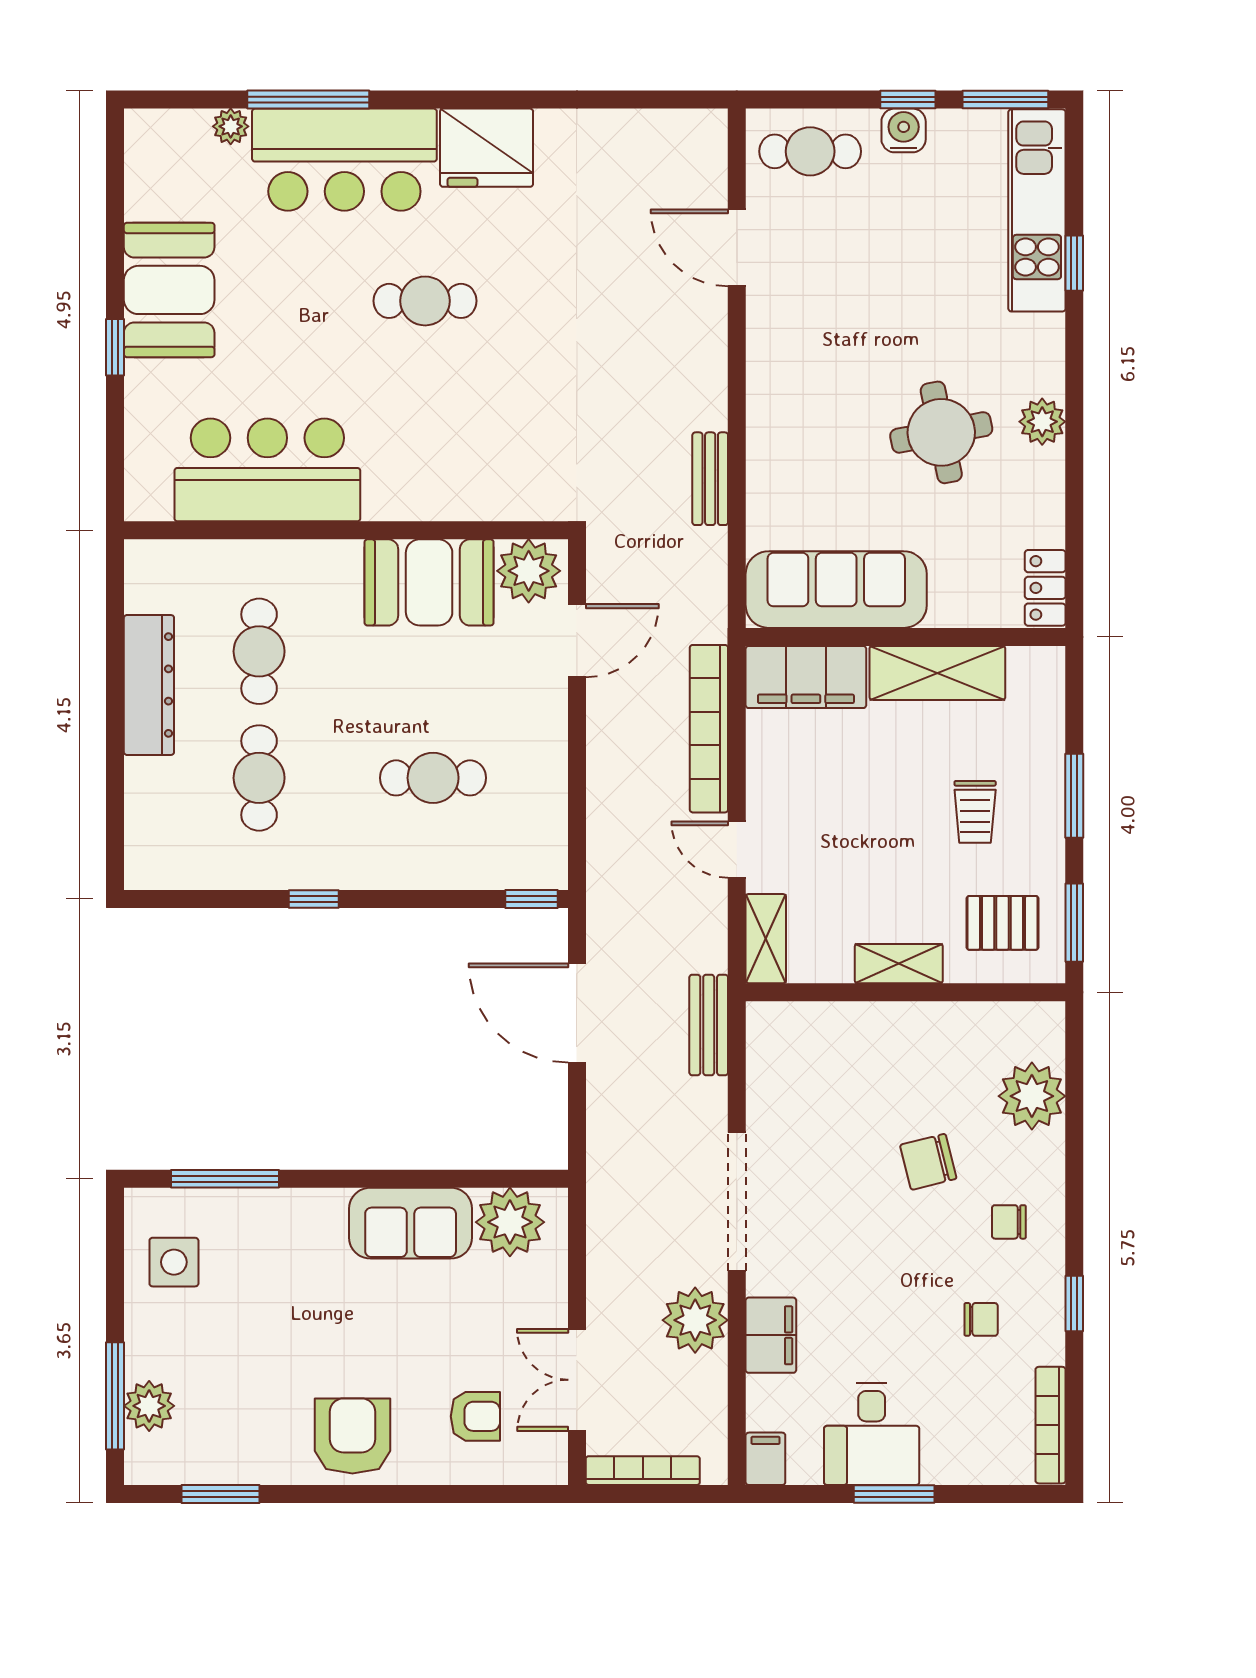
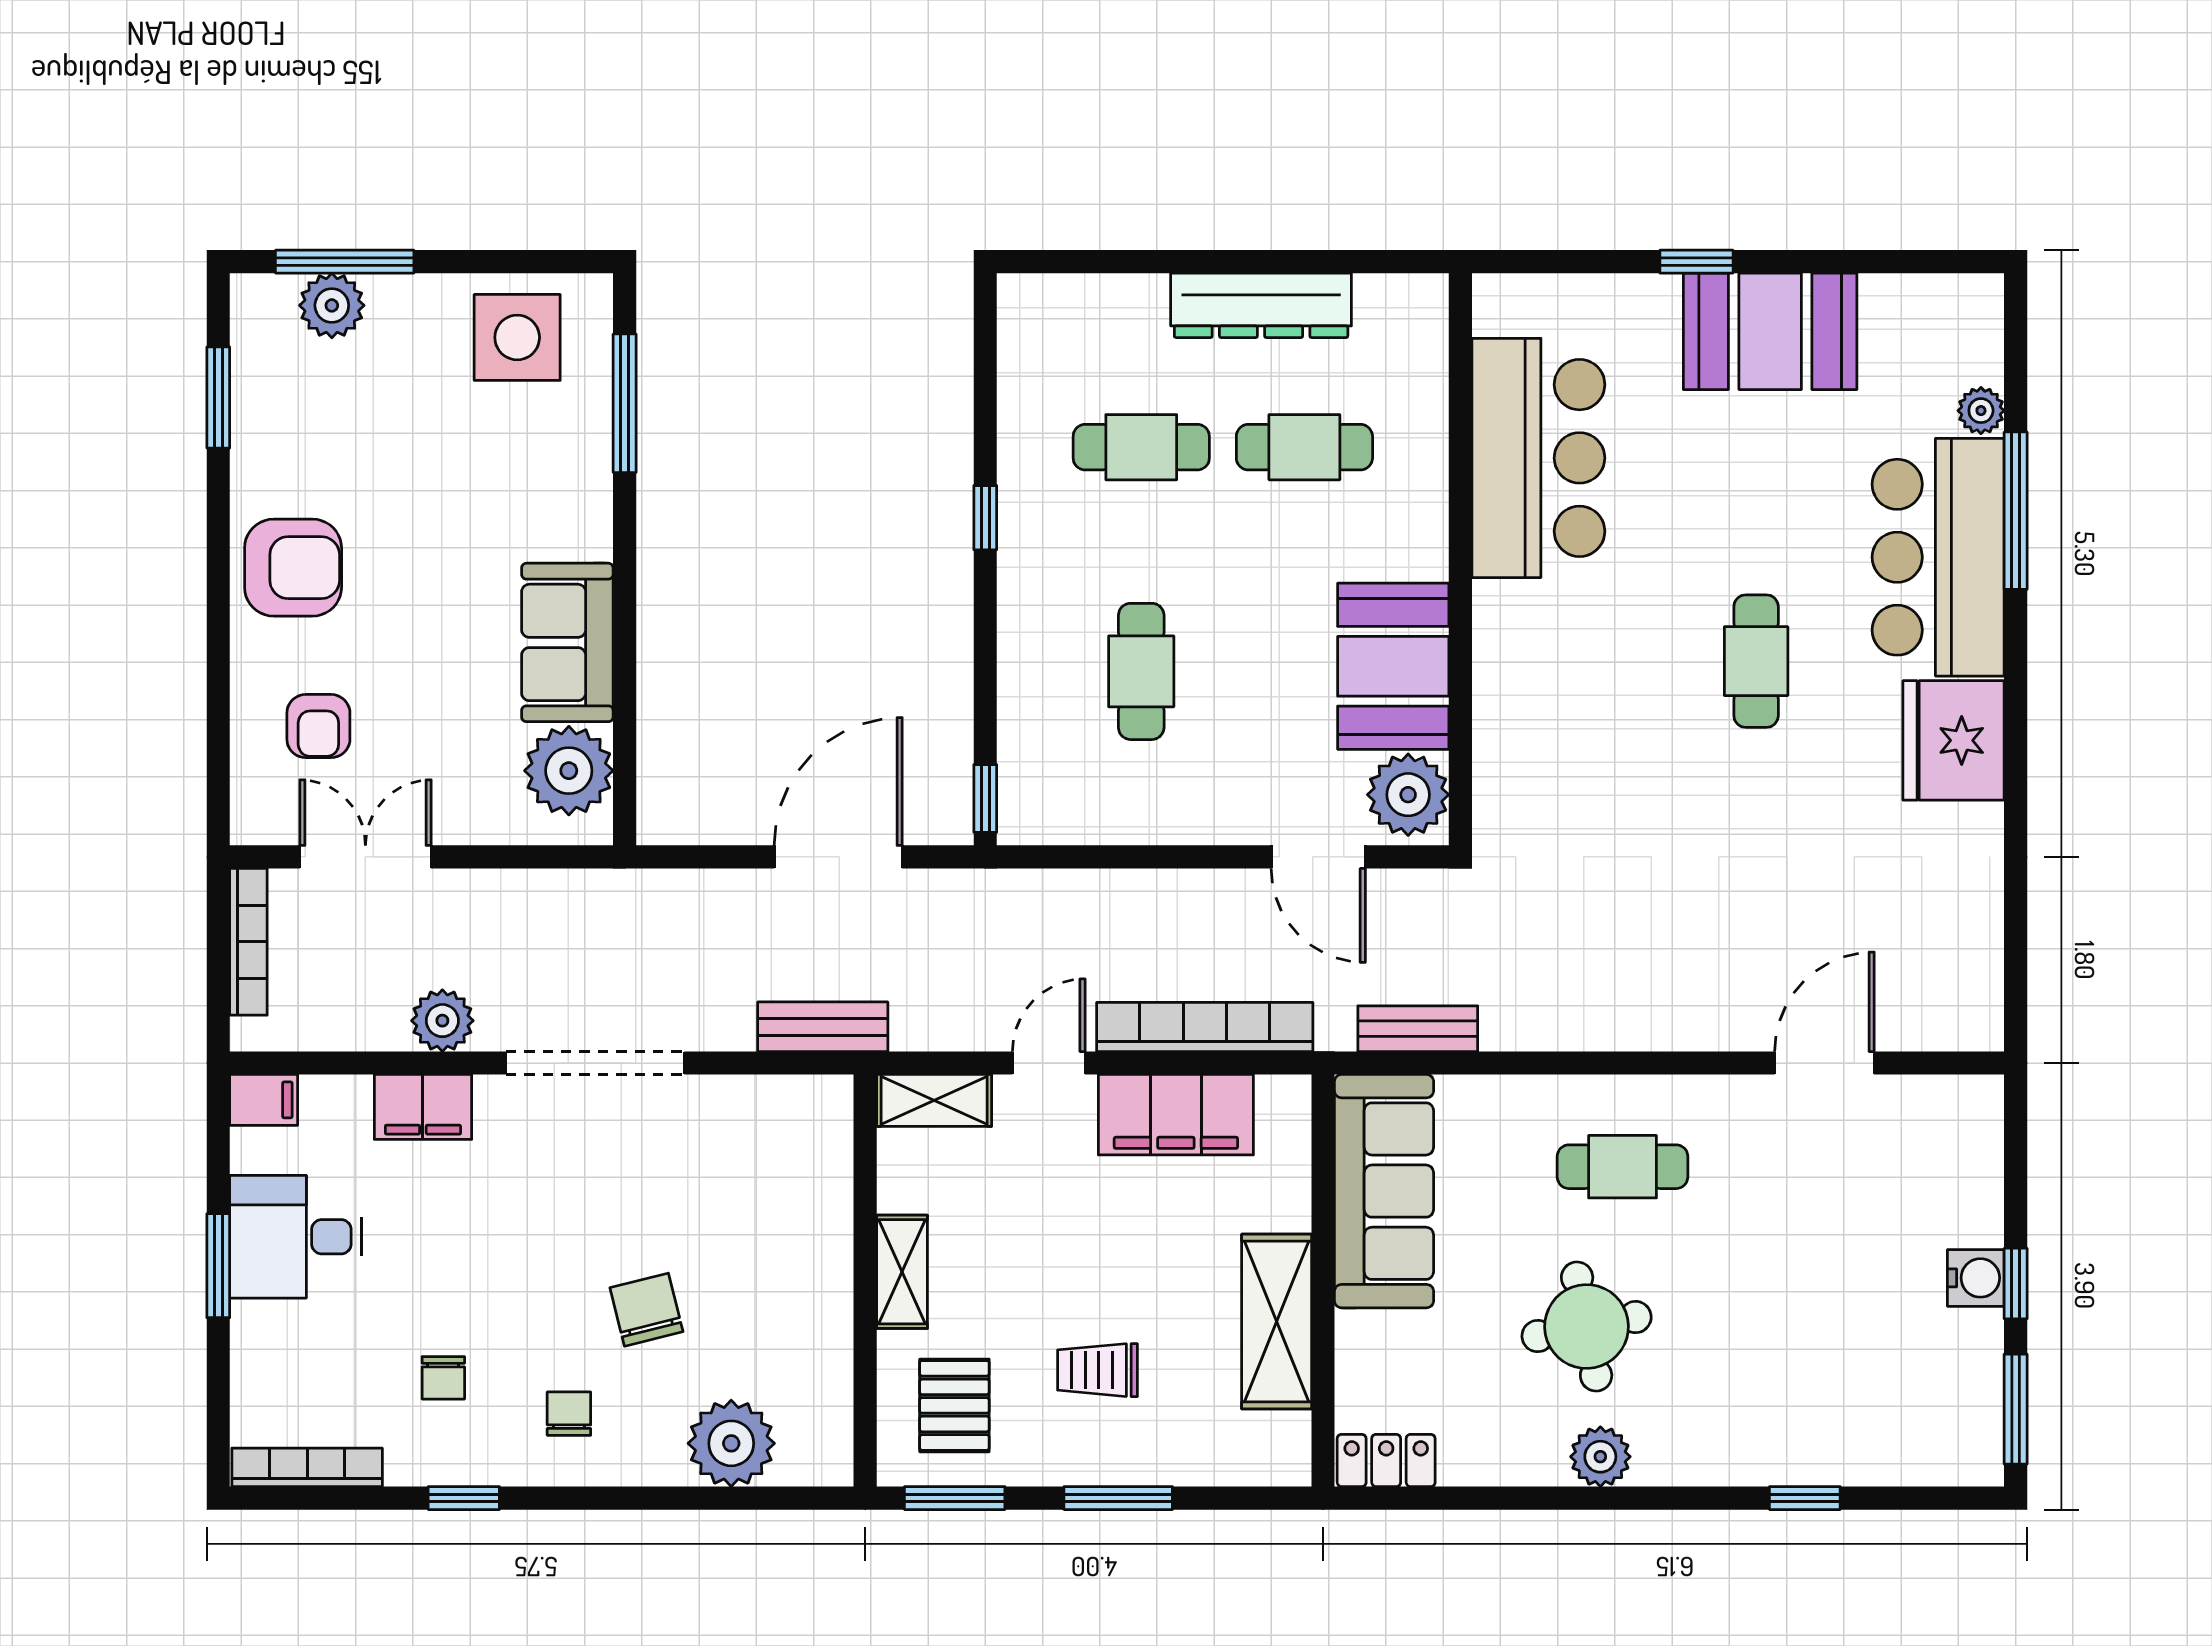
cafe table: (810, 151) -> (1623, 1167), moved, turned 90
kitchen unit: (1037, 210) -> (1873, 1450), removed
bench: (710, 479) -> (1418, 1029), moved
filing cabinet: (806, 677) -> (1176, 1115), moved, turned -90
side table: (174, 1262) -> (517, 337), width x1.37, depth x1.37
plant: (695, 1320) -> (442, 1021), width x0.73, depth x0.73

